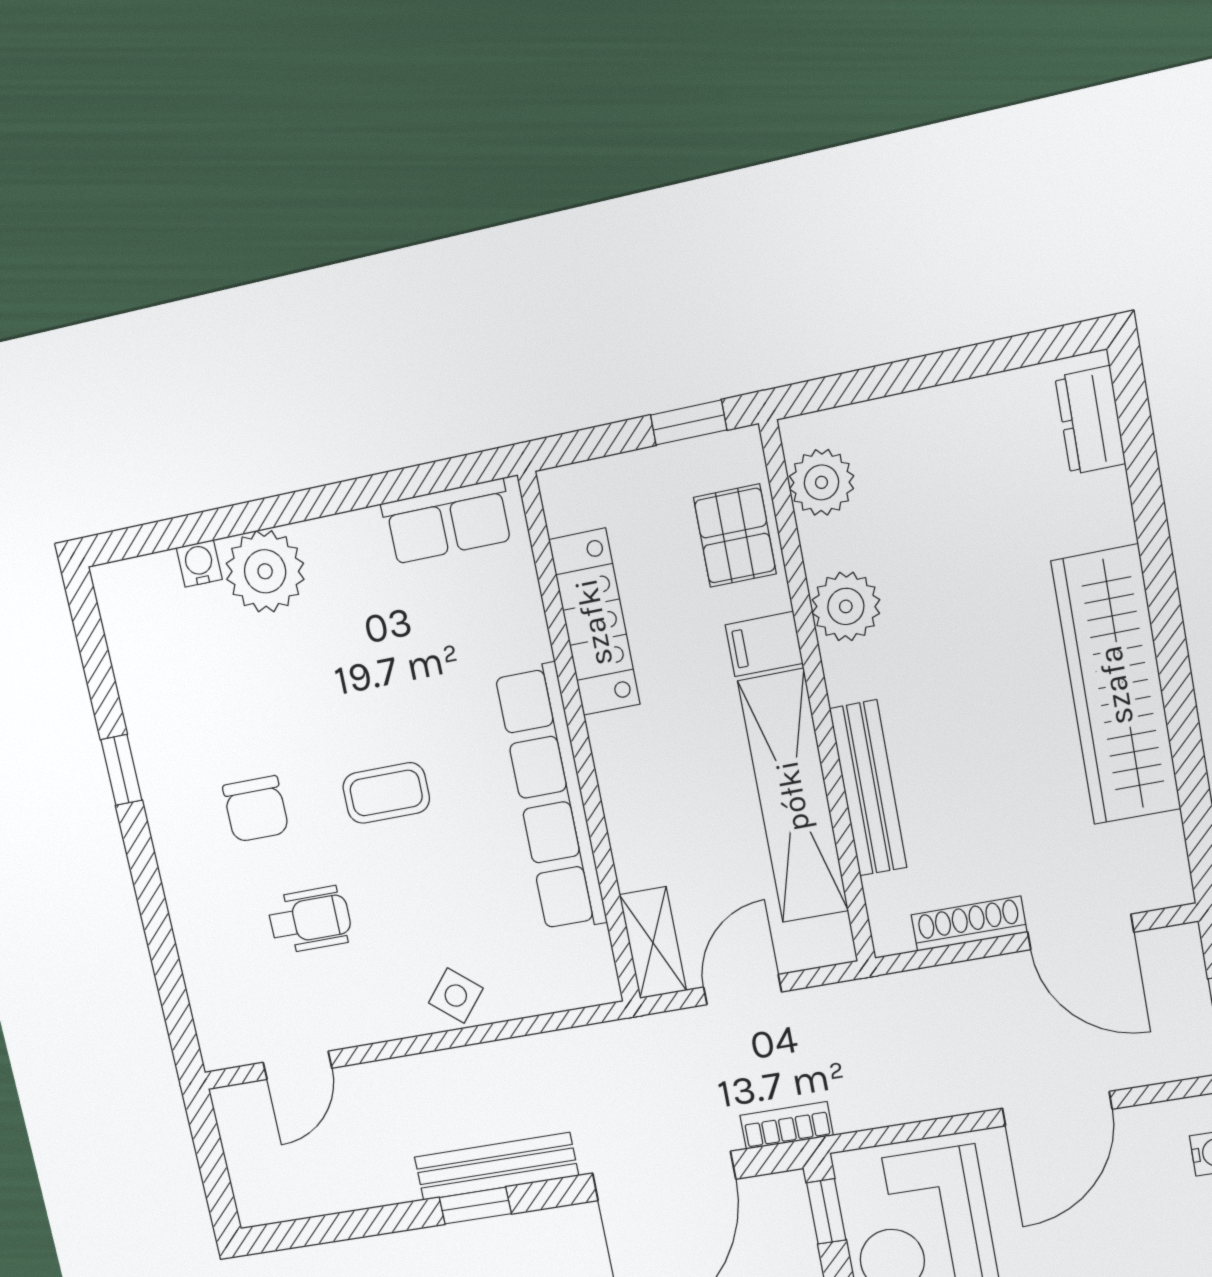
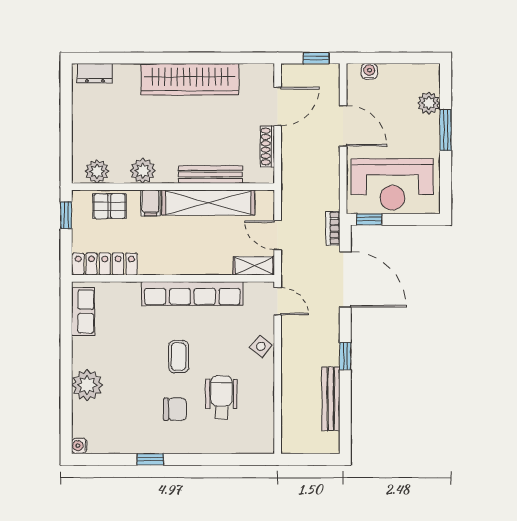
water cooler: (199, 564) -> (79, 446), moved
locker: (594, 622) -> (105, 264), moved
wheelchair: (310, 920) -> (221, 397), width x1.36, depth x1.37
door: (297, 1065) -> (278, 301), moved
bench: (496, 1166) -> (331, 399), moved

